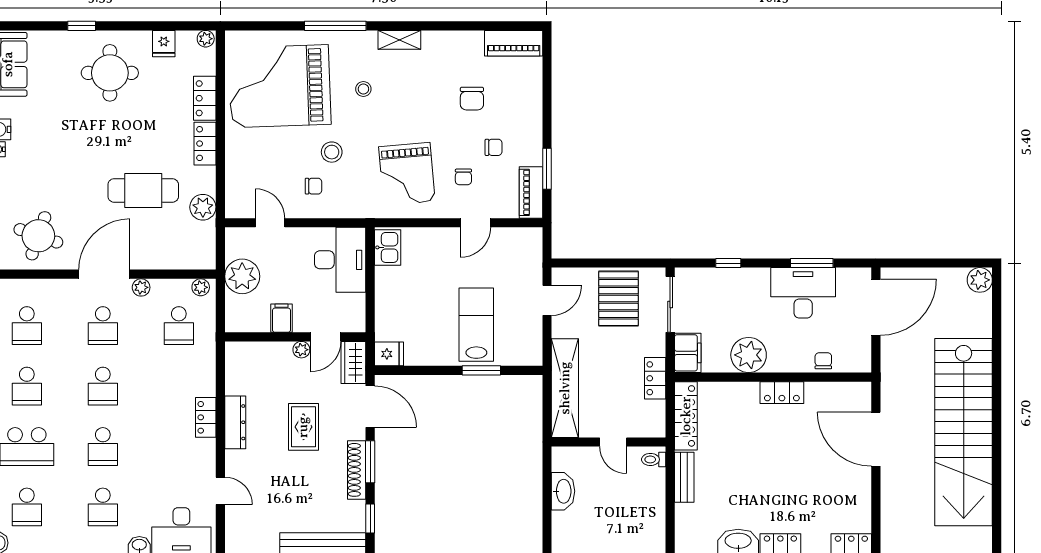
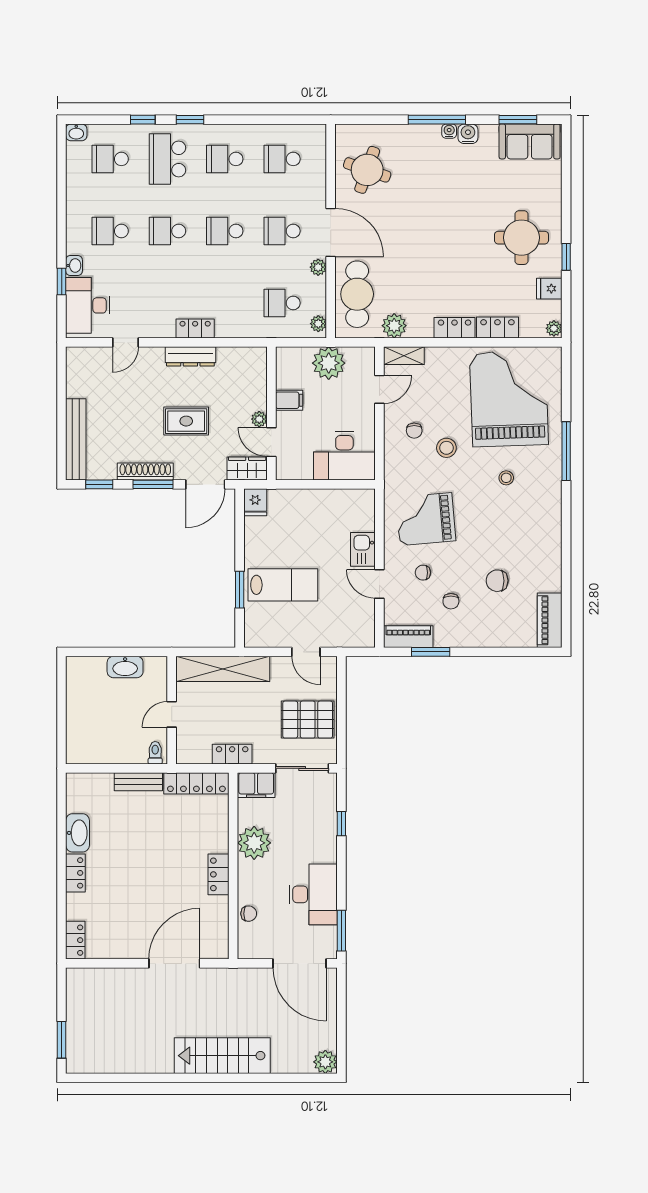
window: (82, 26) -> (566, 257), moved
shelving: (399, 40) -> (404, 356), moved, turned 90
cafe table: (143, 190) -> (357, 294), moved
kitchen sink: (388, 247) -> (363, 549), moved, turned 90
window: (812, 263) -> (341, 931), moved
stairs: (964, 432) -> (222, 1056), width x0.54, depth x0.66

